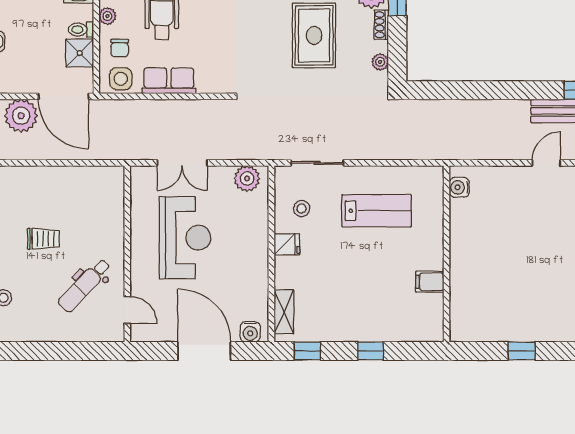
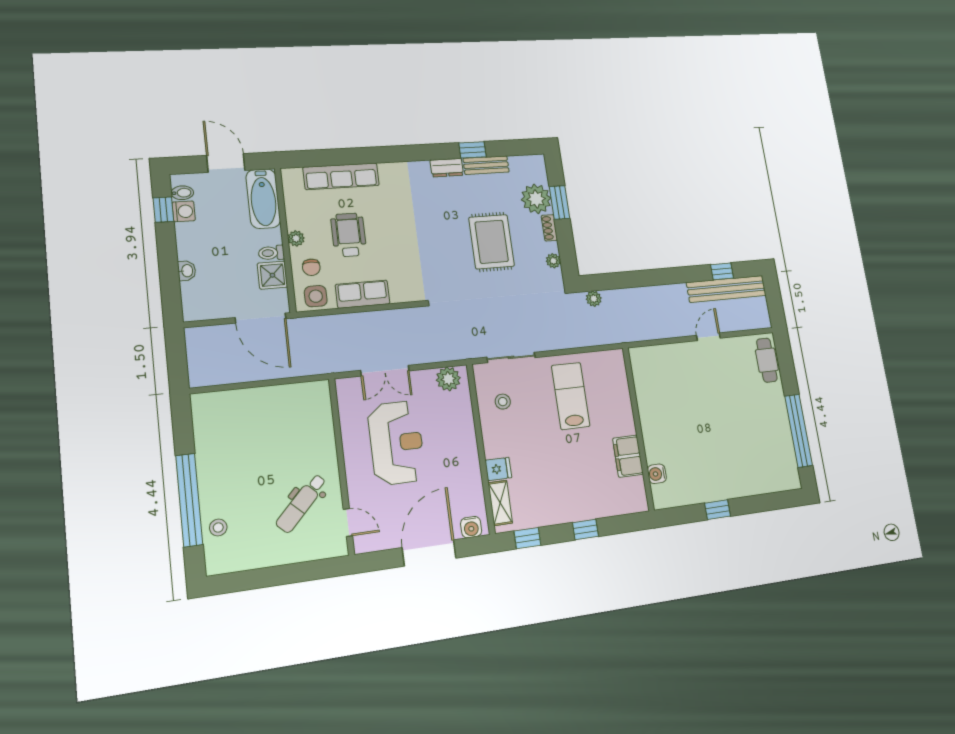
plant: (21, 116) -> (594, 299), moved, width x0.53, depth x0.53
water cooler: (459, 187) -> (657, 474), moved
lab bench: (376, 211) -> (571, 396), turned -90
trolley: (43, 239) -> (254, 461), removed
fridge: (287, 244) -> (498, 469), moved
filing cabinet: (430, 282) -> (628, 456), width x2.00
door: (204, 351) -> (429, 553), hinge flipped

